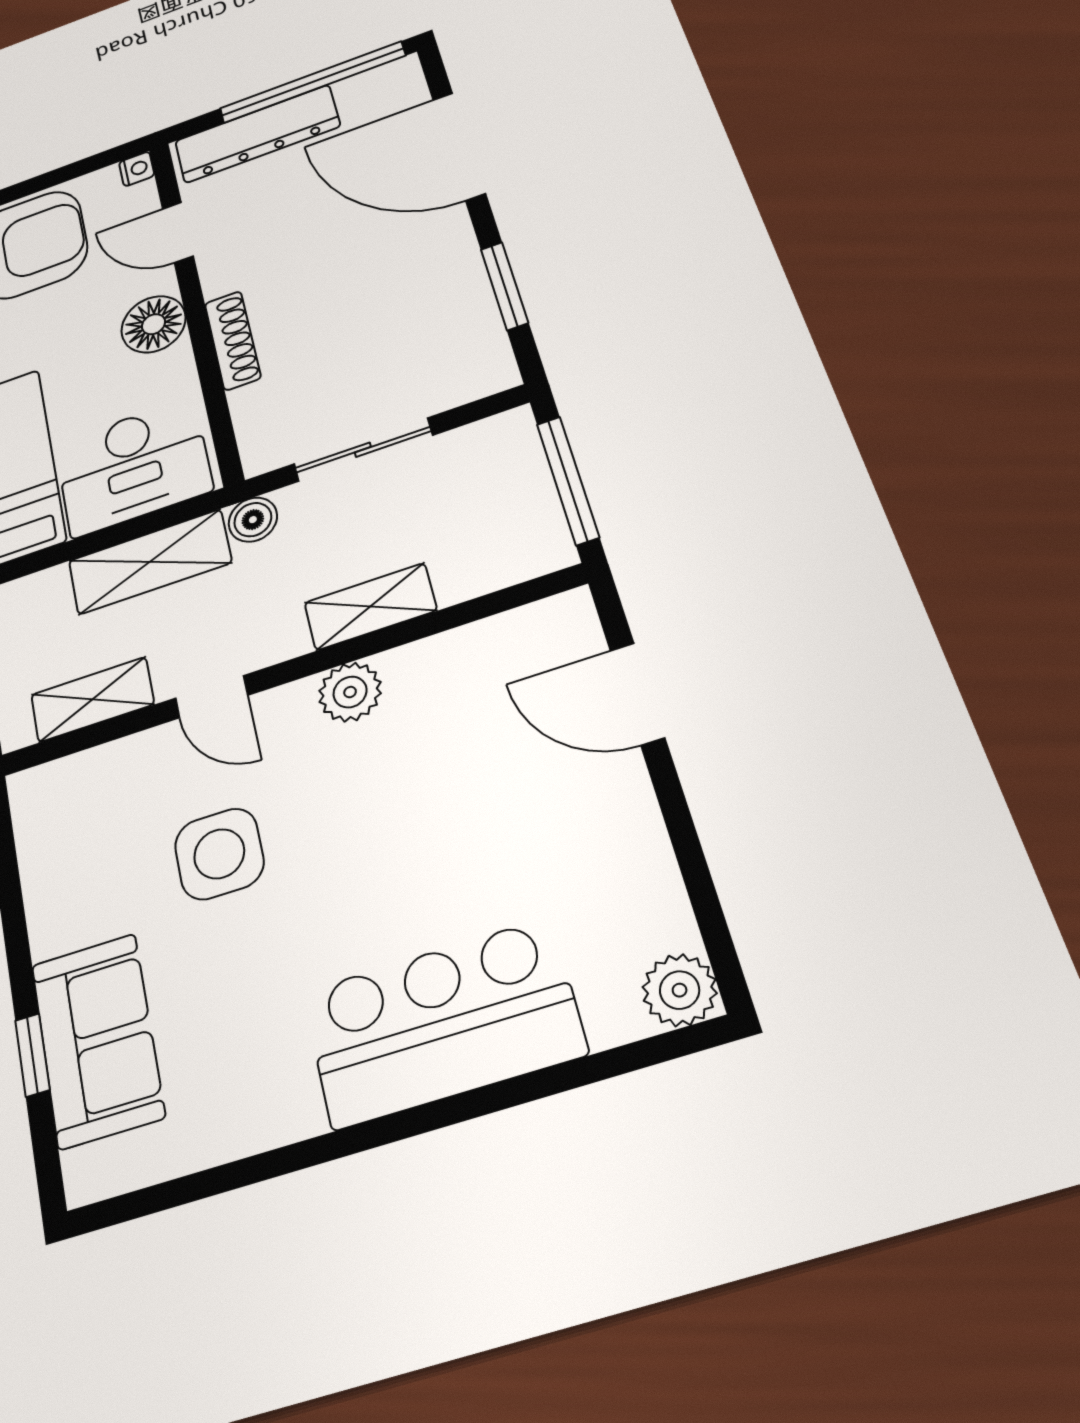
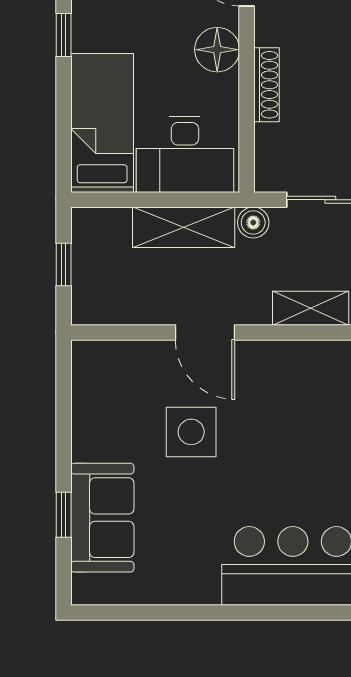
plant: (350, 692) -> (287, 359), removed
door: (211, 697) -> (205, 333), width x1.37
shelving: (92, 700) -> (132, 308), removed

